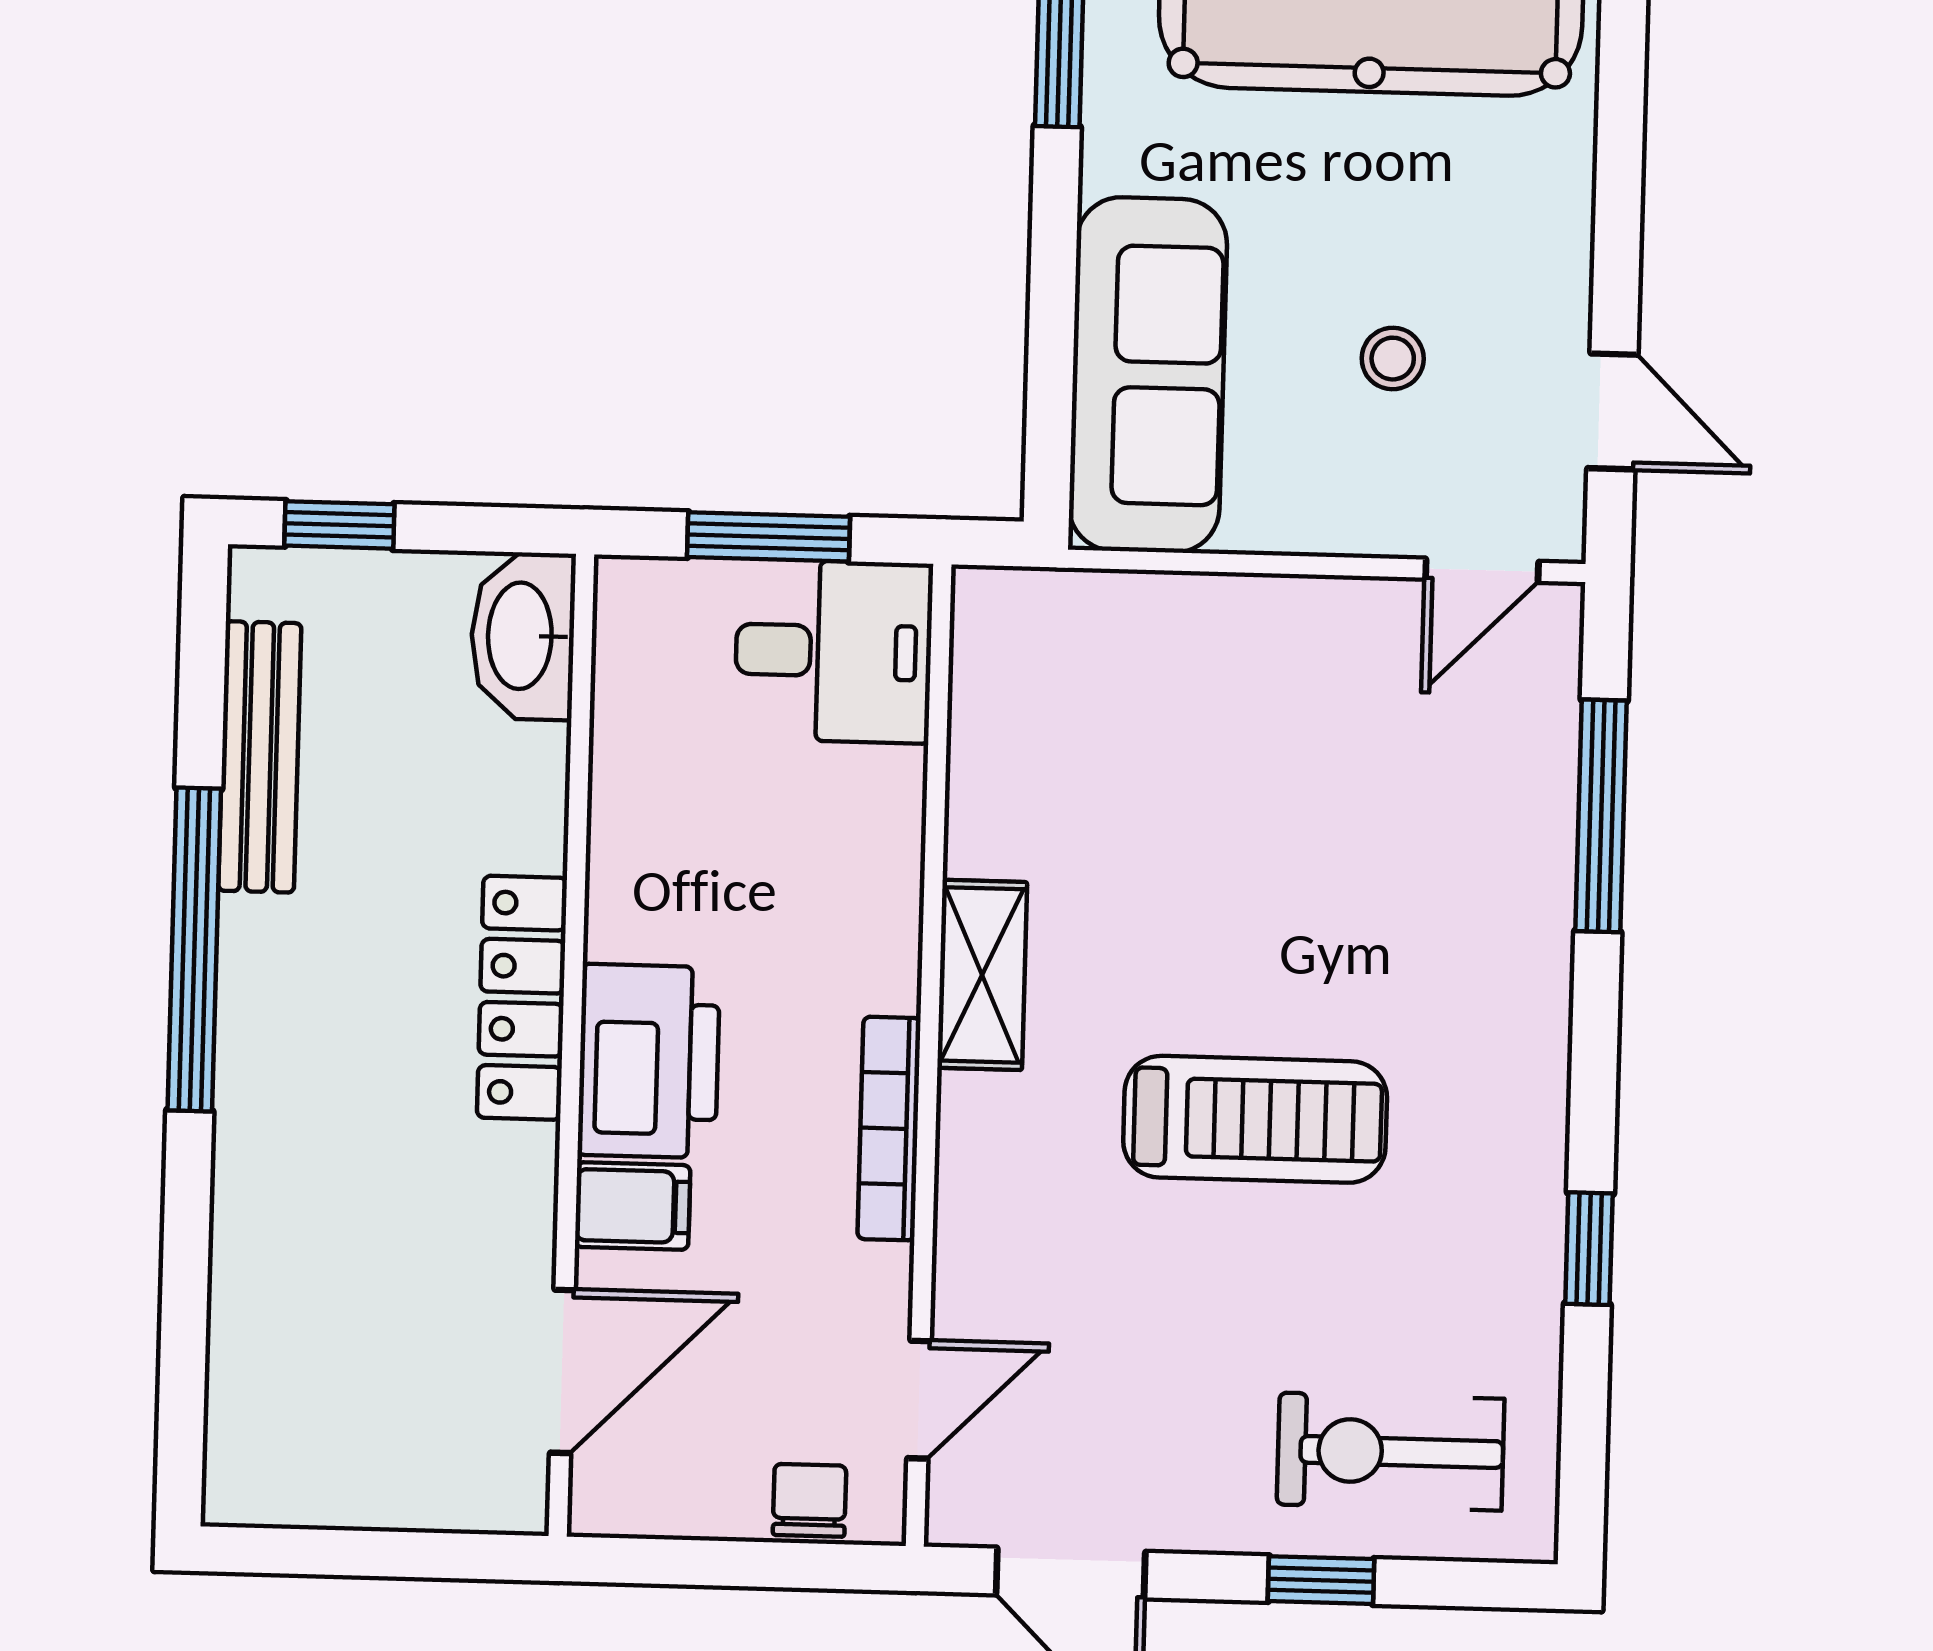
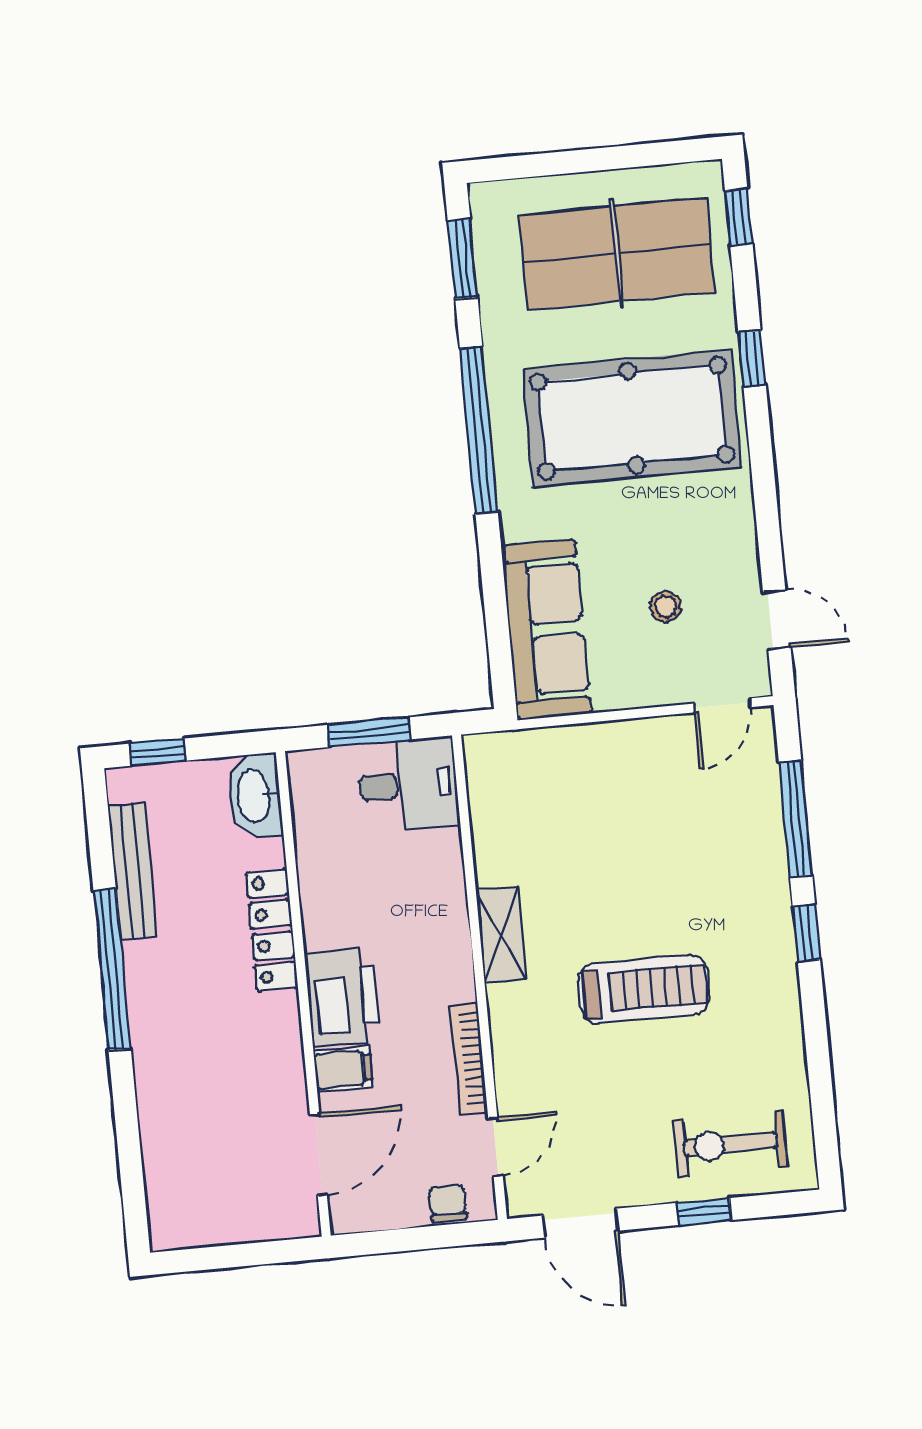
locker: (522, 998) -> (272, 930), moved
bookcase: (889, 1129) -> (469, 1059), moved
window: (1589, 1249) -> (806, 933), moved

